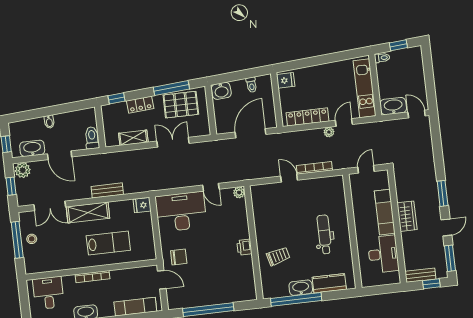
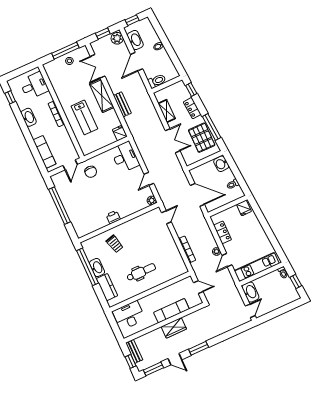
locker: (308, 117) -> (222, 232), width x0.66
door: (344, 122) -> (227, 260), swing flipped
door: (289, 178) -> (166, 217), moved
desk: (181, 212) -> (125, 157), width x0.73, depth x0.77
desk: (383, 254) -> (129, 315), moved, turned 180

